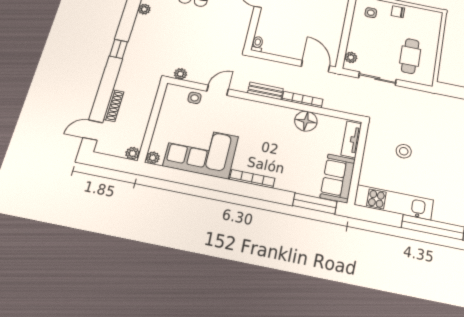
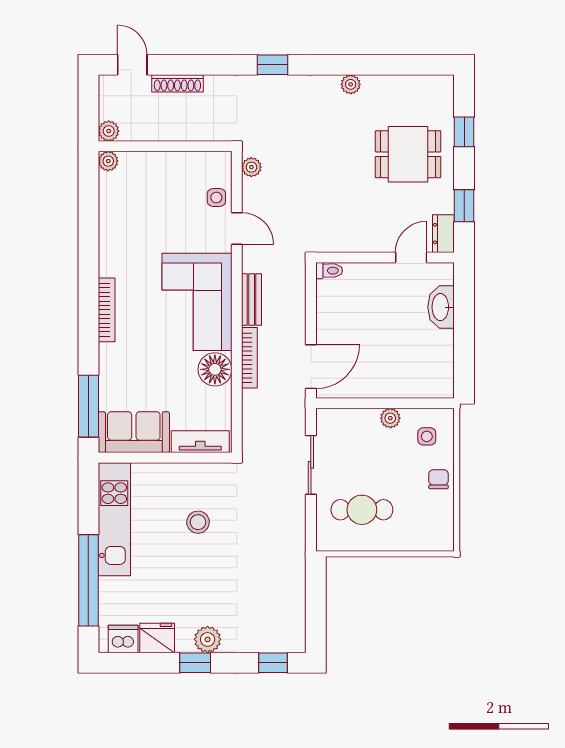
plant: (351, 57) -> (390, 418), moved
corner sofa: (201, 151) -> (197, 302), moved, turned 180

